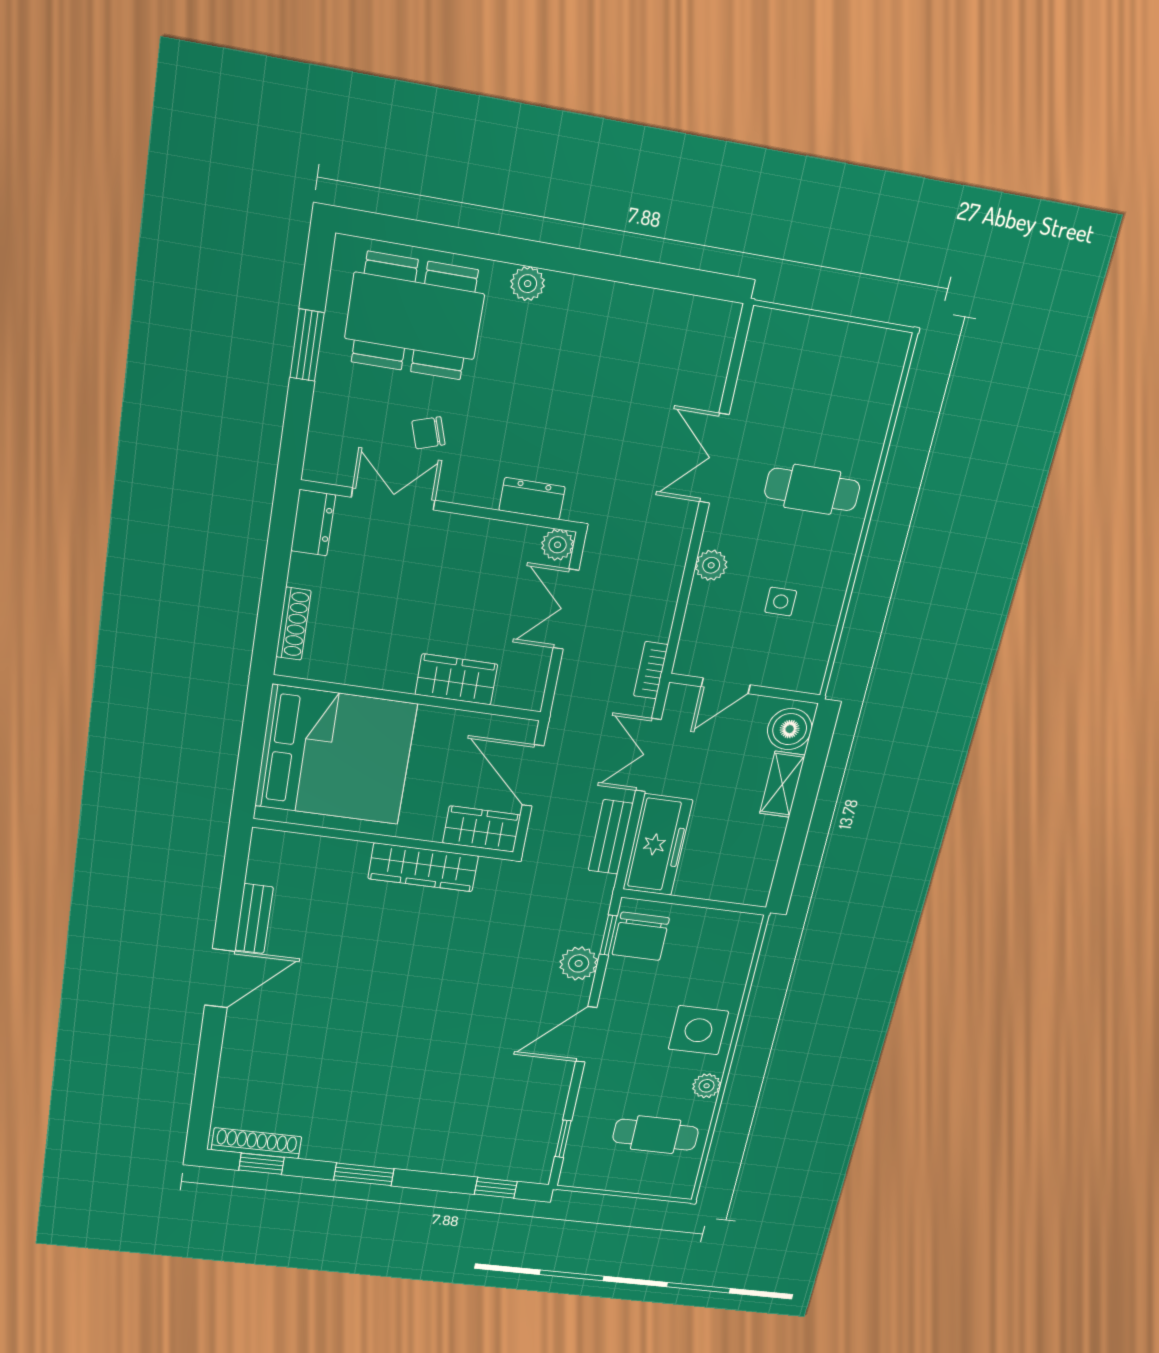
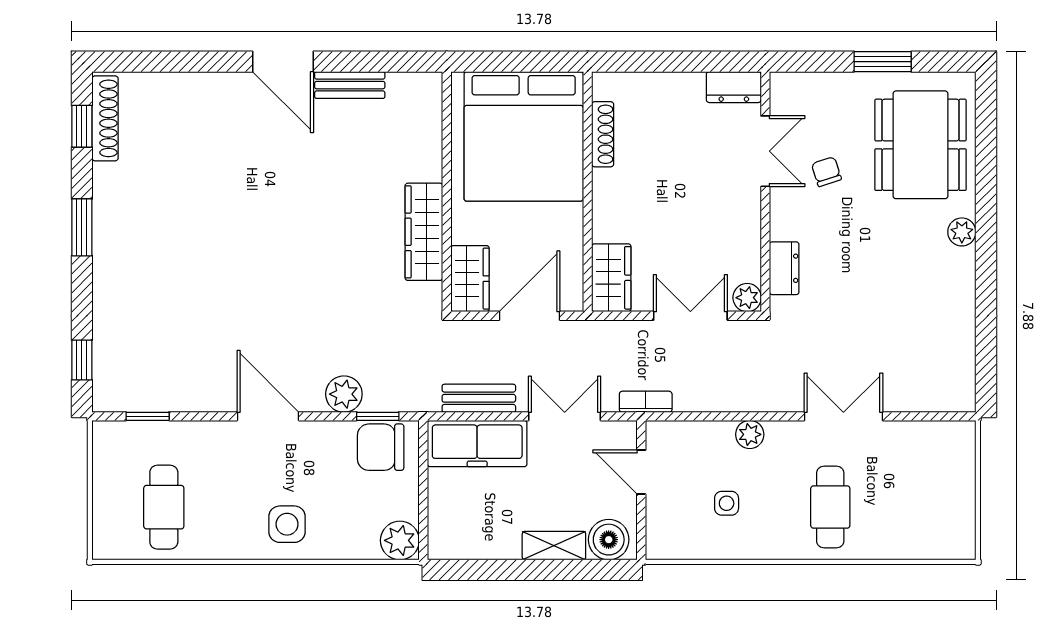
shoe rack: (293, 624) -> (603, 134), moved, turned -90
wardrobe: (456, 679) -> (611, 278), moved
side table: (698, 1030) -> (287, 524), width x0.73, depth x0.73
plant: (707, 1086) -> (400, 540), moved, width x1.38, depth x1.38

